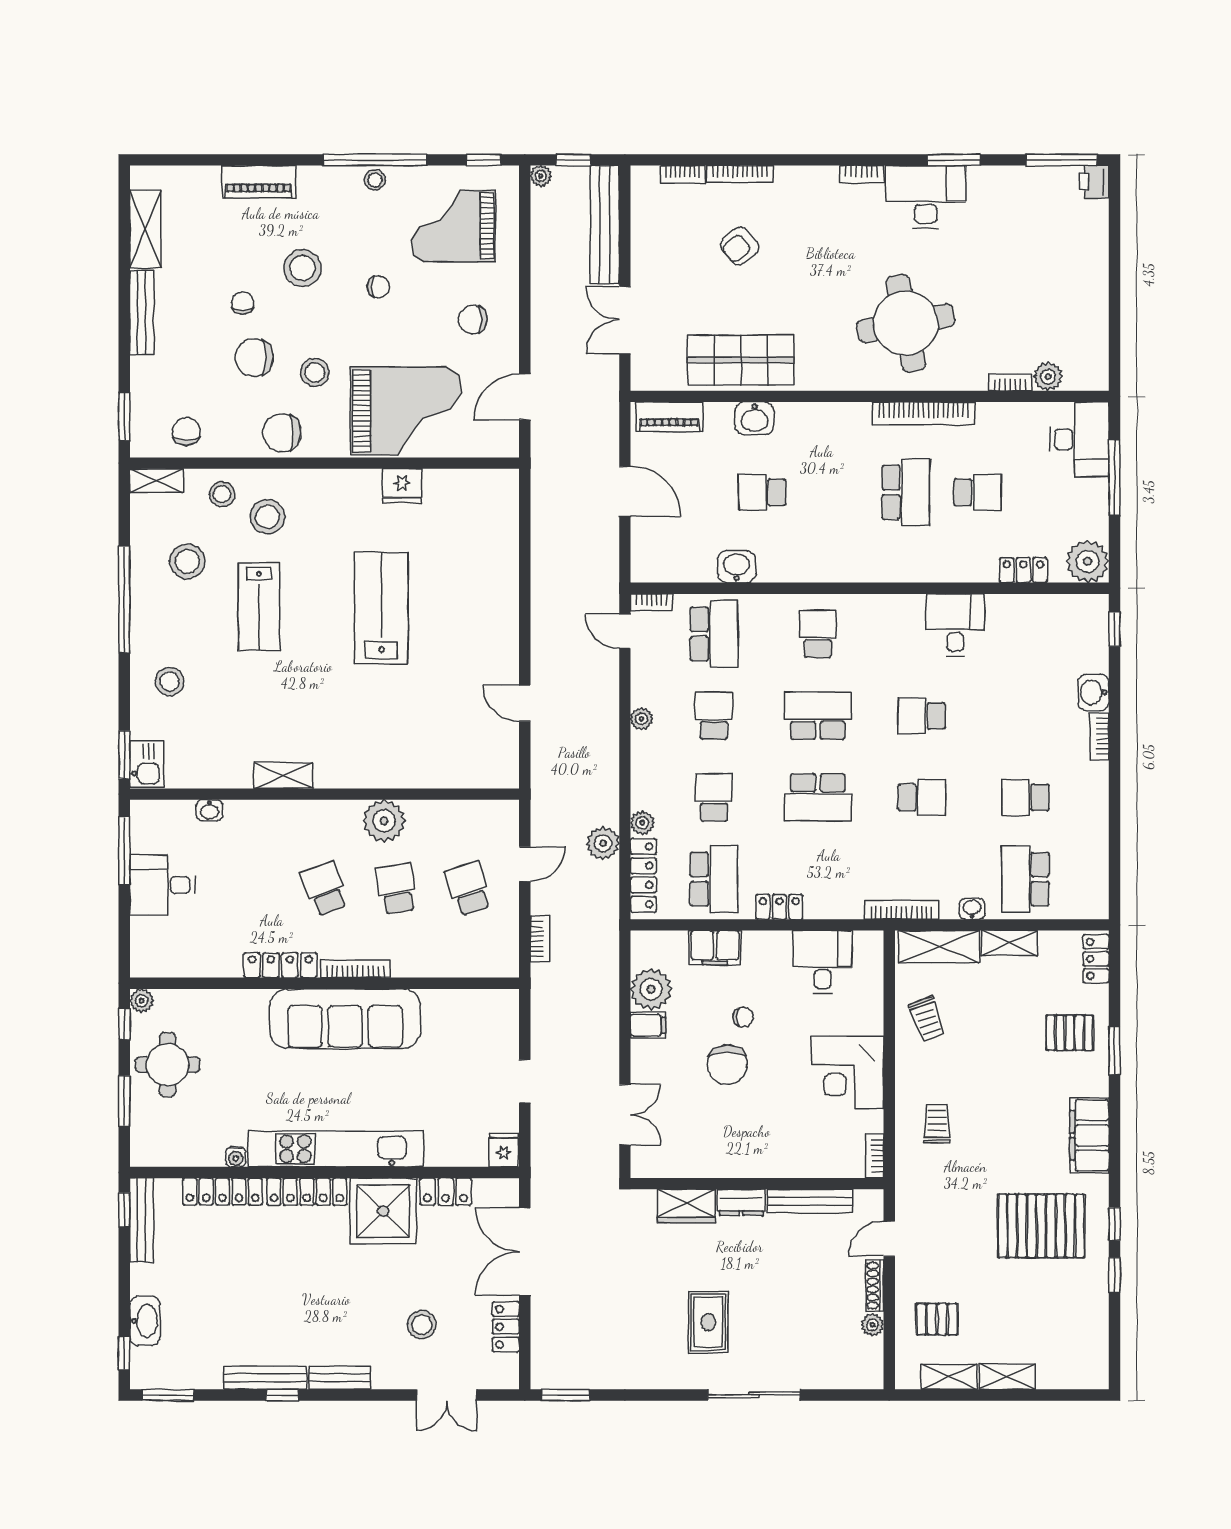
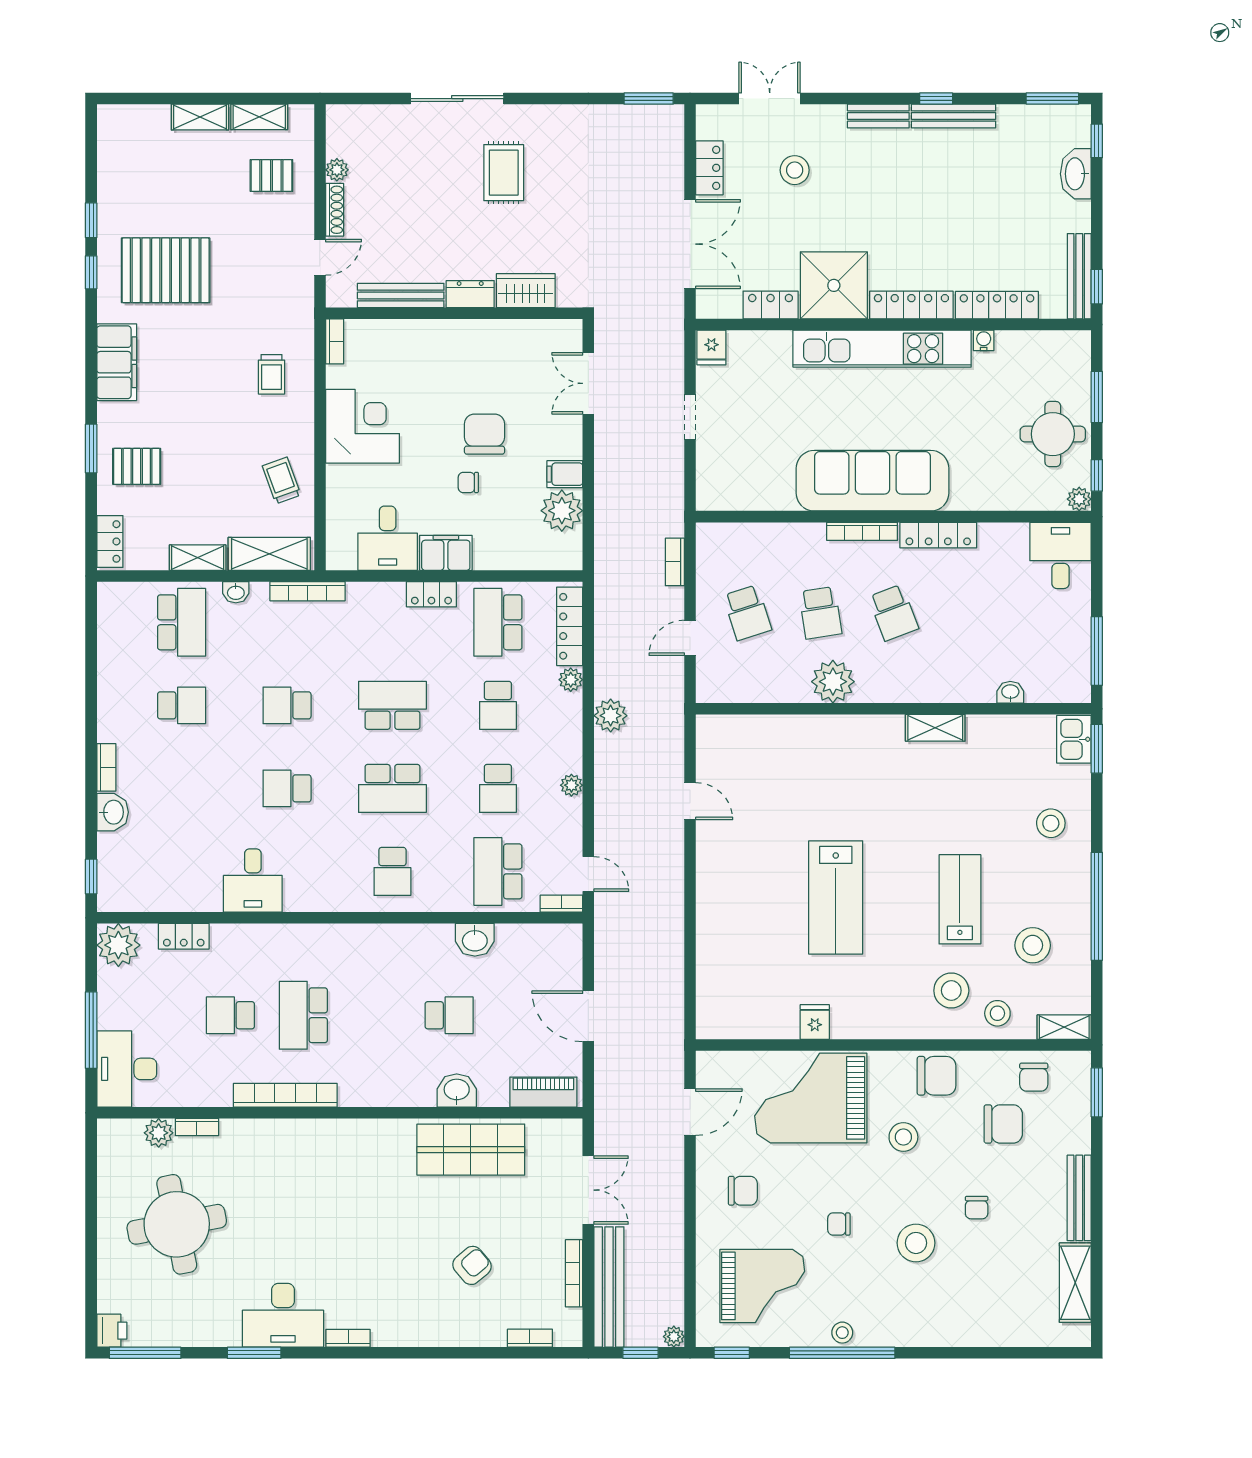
bookcase: (740, 174) -> (574, 1273), moved, turned -90
piano: (259, 182) -> (960, 1331), removed
round table: (906, 323) -> (177, 1224), moved
chair: (254, 357) -> (1003, 1124), moved
fridge: (402, 486) -> (815, 1022), width x0.72
school desk: (922, 716) -> (287, 788), turned 180
plant: (603, 843) -> (611, 716), moved
desk: (162, 885) -> (1060, 555), moved, turned -90
filing cabinet: (715, 948) -> (446, 553), moved

